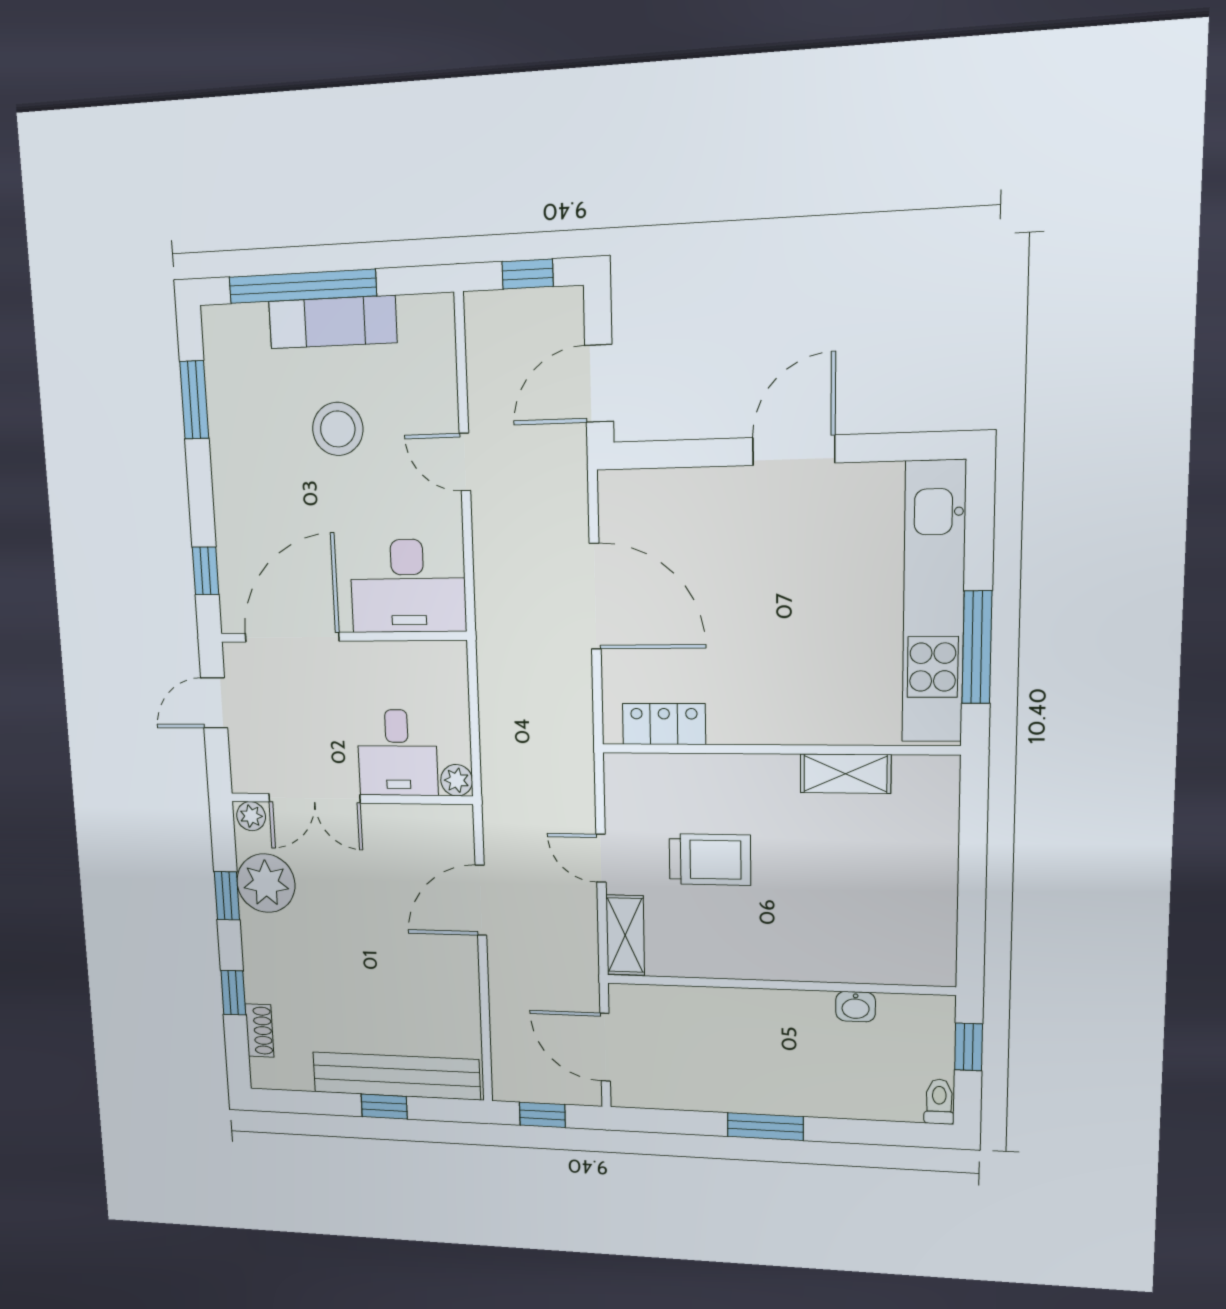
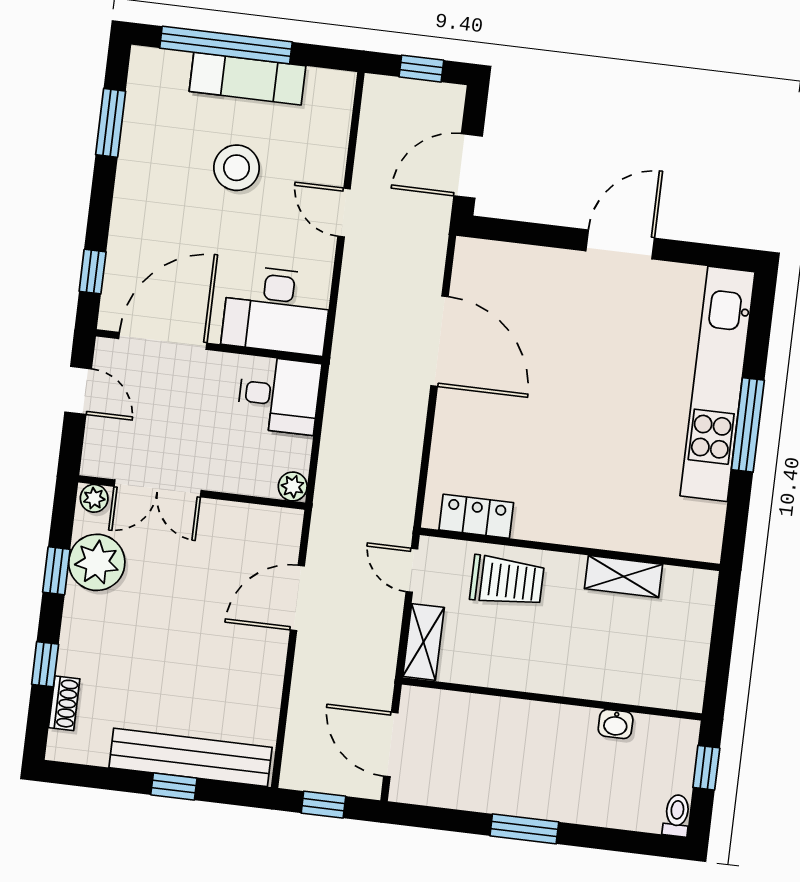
door: (214, 703) -> (78, 390), swing flipped
locker: (664, 724) -> (476, 516), moved
wall: (778, 749) -> (570, 549), moved
desk: (397, 753) -> (279, 395), moved, turned -90
shelving: (845, 774) -> (624, 577), moved

